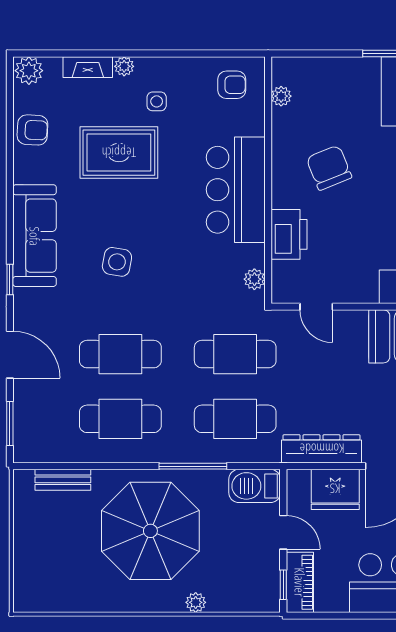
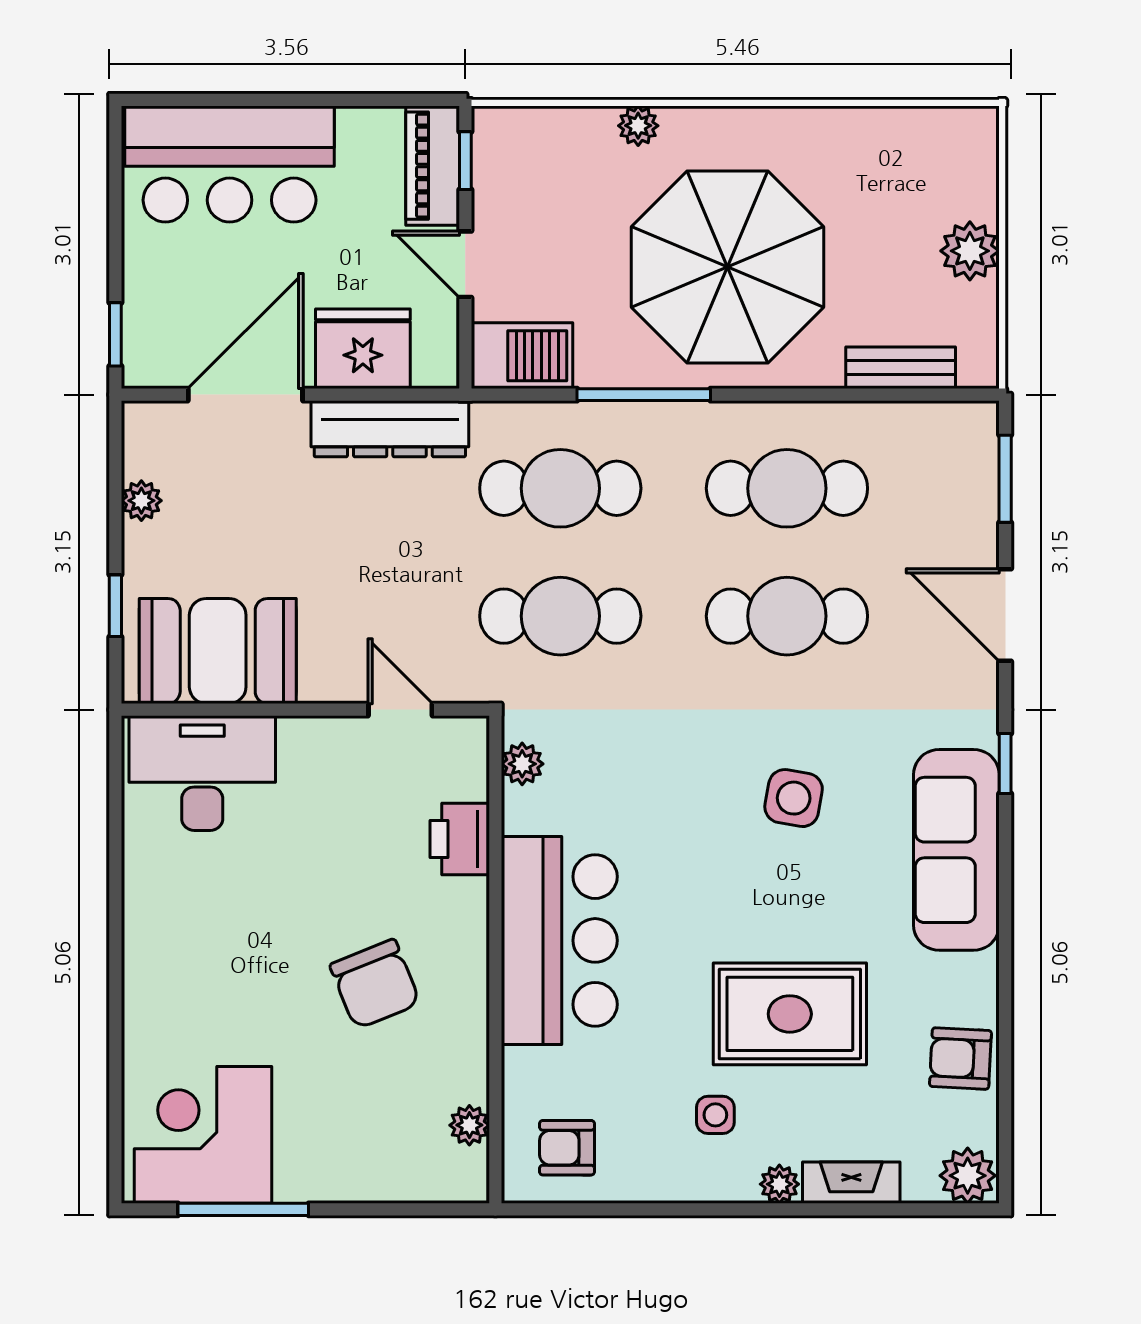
printer: (289, 234) -> (460, 839), width x0.73, depth x0.84
plant: (28, 539) -> (970, 251), added

